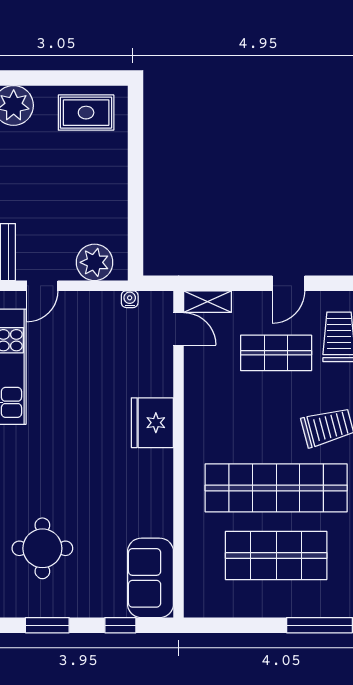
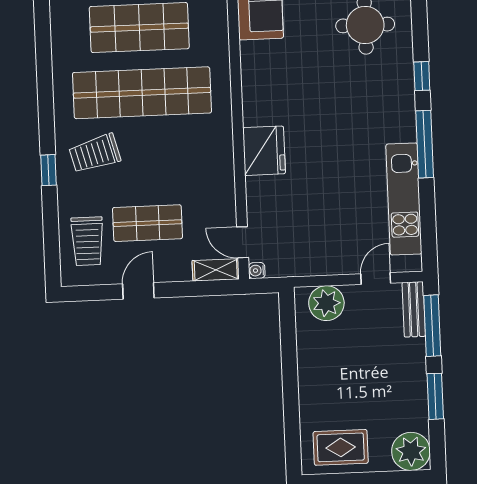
water cooler: (130, 299) -> (257, 270), moved, turned 90

